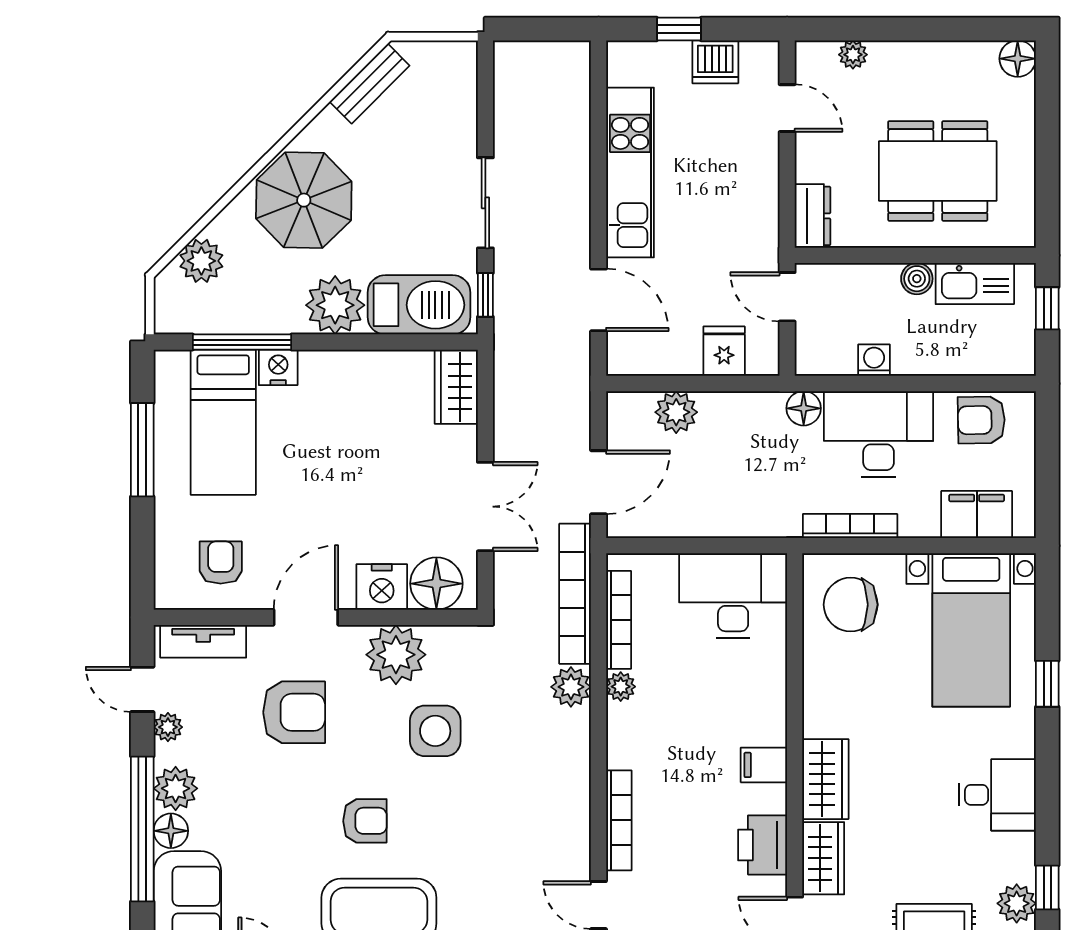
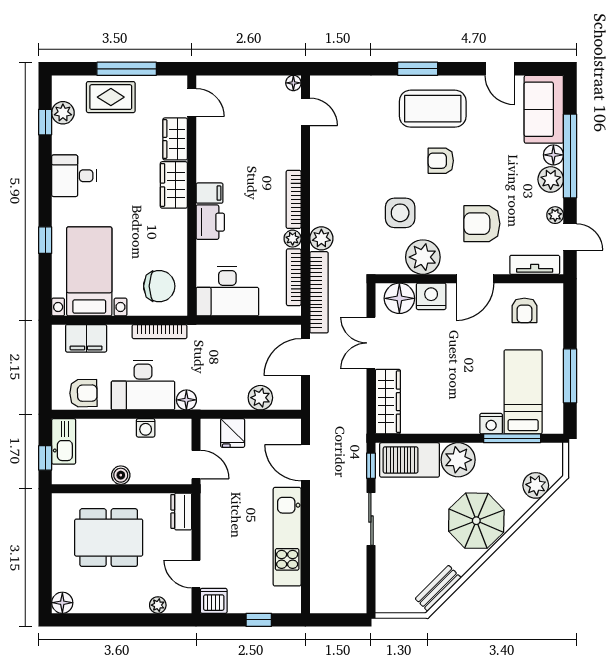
dishwasher: (715, 62) -> (214, 601), moved
kitchen sink: (975, 284) -> (64, 441), moved, turned 90
wardrobe: (456, 387) -> (388, 402), width x1.50
bookcase: (619, 820) -> (294, 199), moved
printer: (763, 845) -> (210, 222), moved

